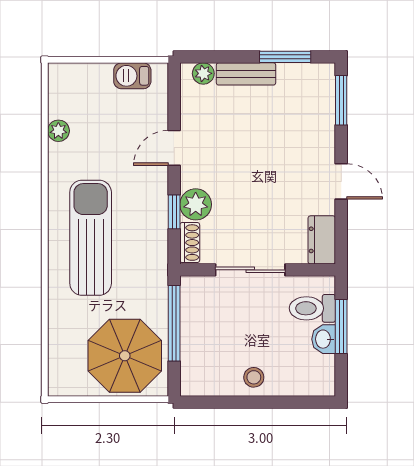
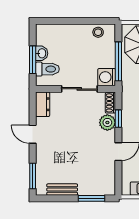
window: (285, 57) -> (92, 198), moved
plant: (203, 73) -> (103, 190), removed
bench: (246, 74) -> (62, 190), moved
washing machine: (197, 293) -> (107, 77), added
stool: (254, 377) -> (98, 32), moved

